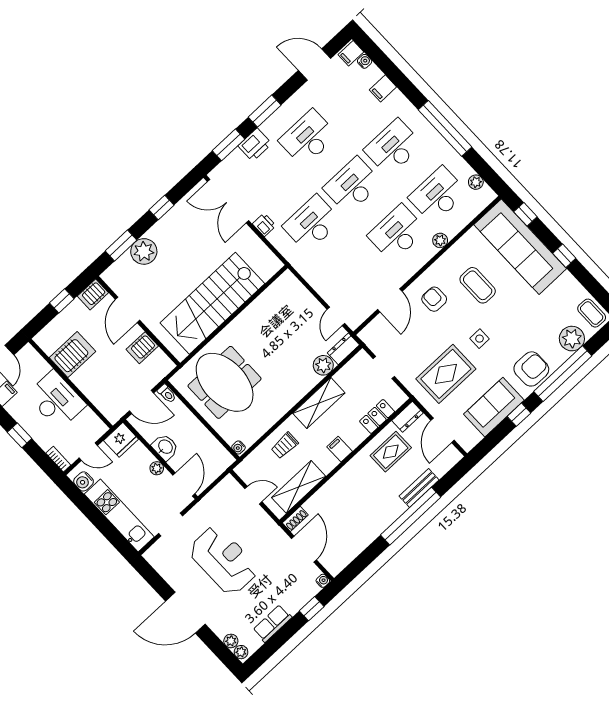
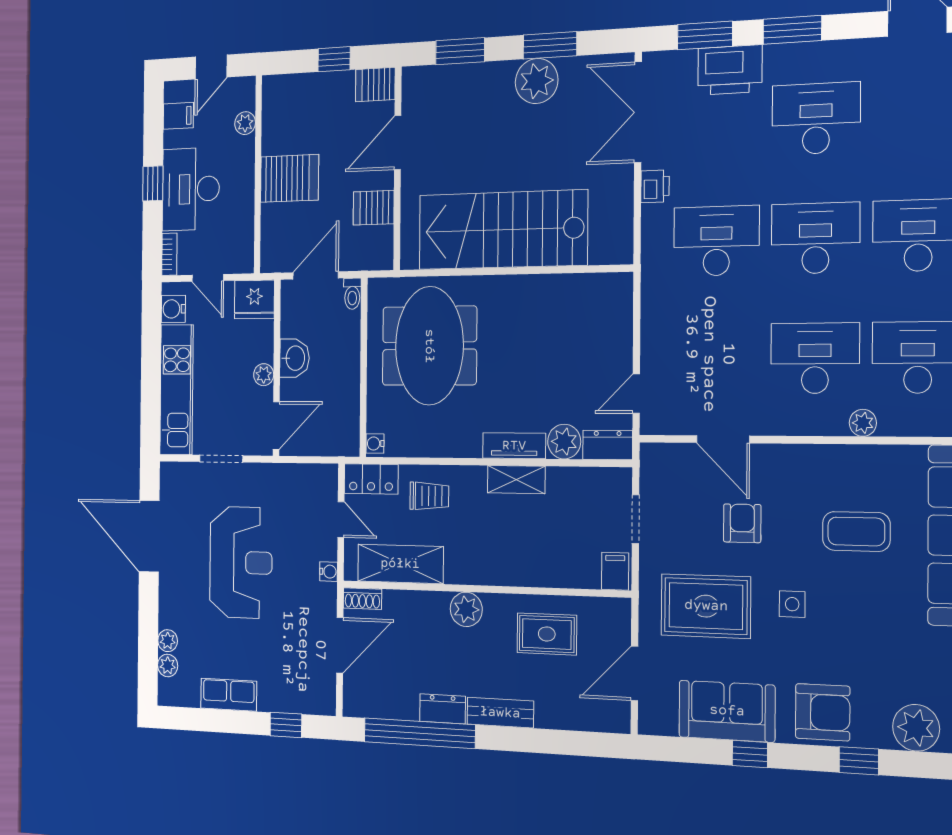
printer: (255, 145) -> (730, 70), width x1.37, depth x1.19
window: (162, 208) -> (550, 45), width x1.50
plant: (144, 251) -> (537, 81), moved
coffee table: (478, 285) -> (856, 531), turned 90
armchair: (434, 299) -> (742, 523), moved
door: (390, 300) -> (723, 439), hinge flipped
server rack: (72, 355) -> (289, 178), moved
plant: (43, 367) -> (245, 123), added
window: (563, 374) -> (859, 761), width x0.32
tv unit: (303, 388) -> (514, 446), added
desk: (56, 400) -> (191, 189), moved, turned 180
door: (141, 402) -> (316, 275), swing flipped
shelving: (319, 403) -> (516, 480), width x0.67, depth x0.75
locker: (377, 416) -> (371, 479), moved, turned 180
dresser: (407, 417) -> (443, 709), moved, turned 180
trolley: (285, 446) -> (429, 496), turned 180
filing cabinet: (340, 449) -> (615, 571), moved
plant: (346, 477) -> (466, 609), added
bench: (419, 488) -> (500, 713), moved
window: (411, 516) -> (419, 733), moved
water cooler: (323, 581) -> (329, 572), moved
door: (185, 613) -> (149, 536), moved
plant: (241, 652) -> (168, 641), moved

